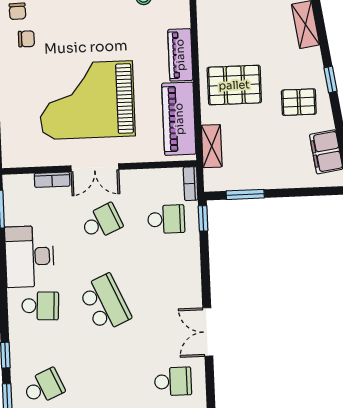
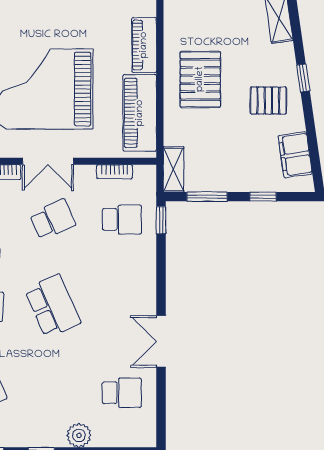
pallet: (234, 85) -> (200, 79), turned 90
shelving: (212, 146) -> (174, 169), moved
bookcase: (191, 184) -> (115, 172), moved, turned -90
window: (298, 192) -> (263, 197), added

